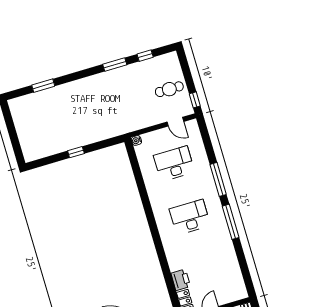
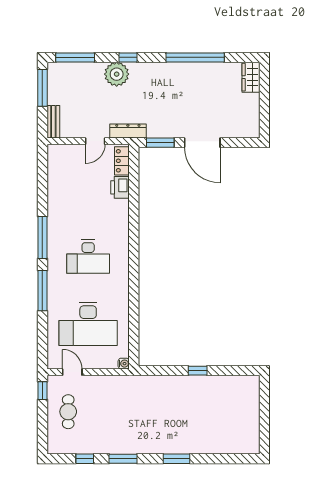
window: (43, 86) -> (176, 459), moved
cafe table: (169, 89) -> (68, 412), turned 90
desk: (174, 164) -> (88, 324), width x1.36, depth x1.30

